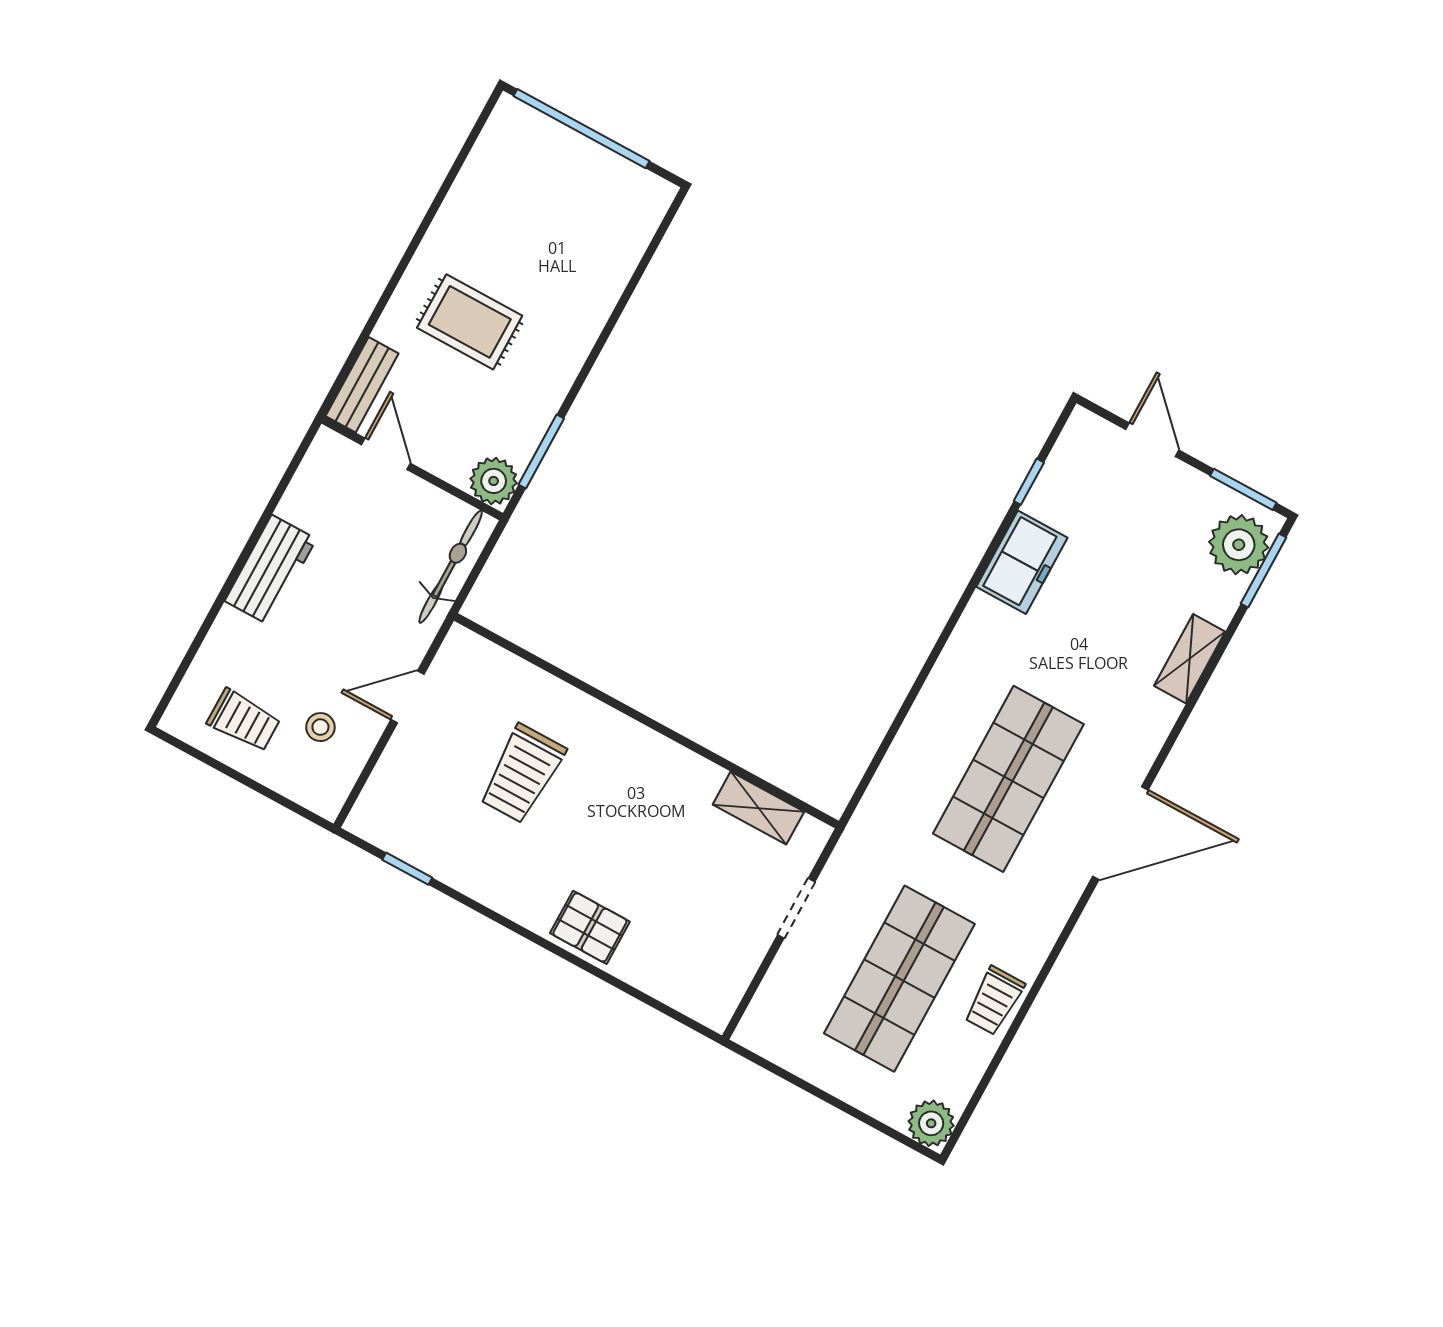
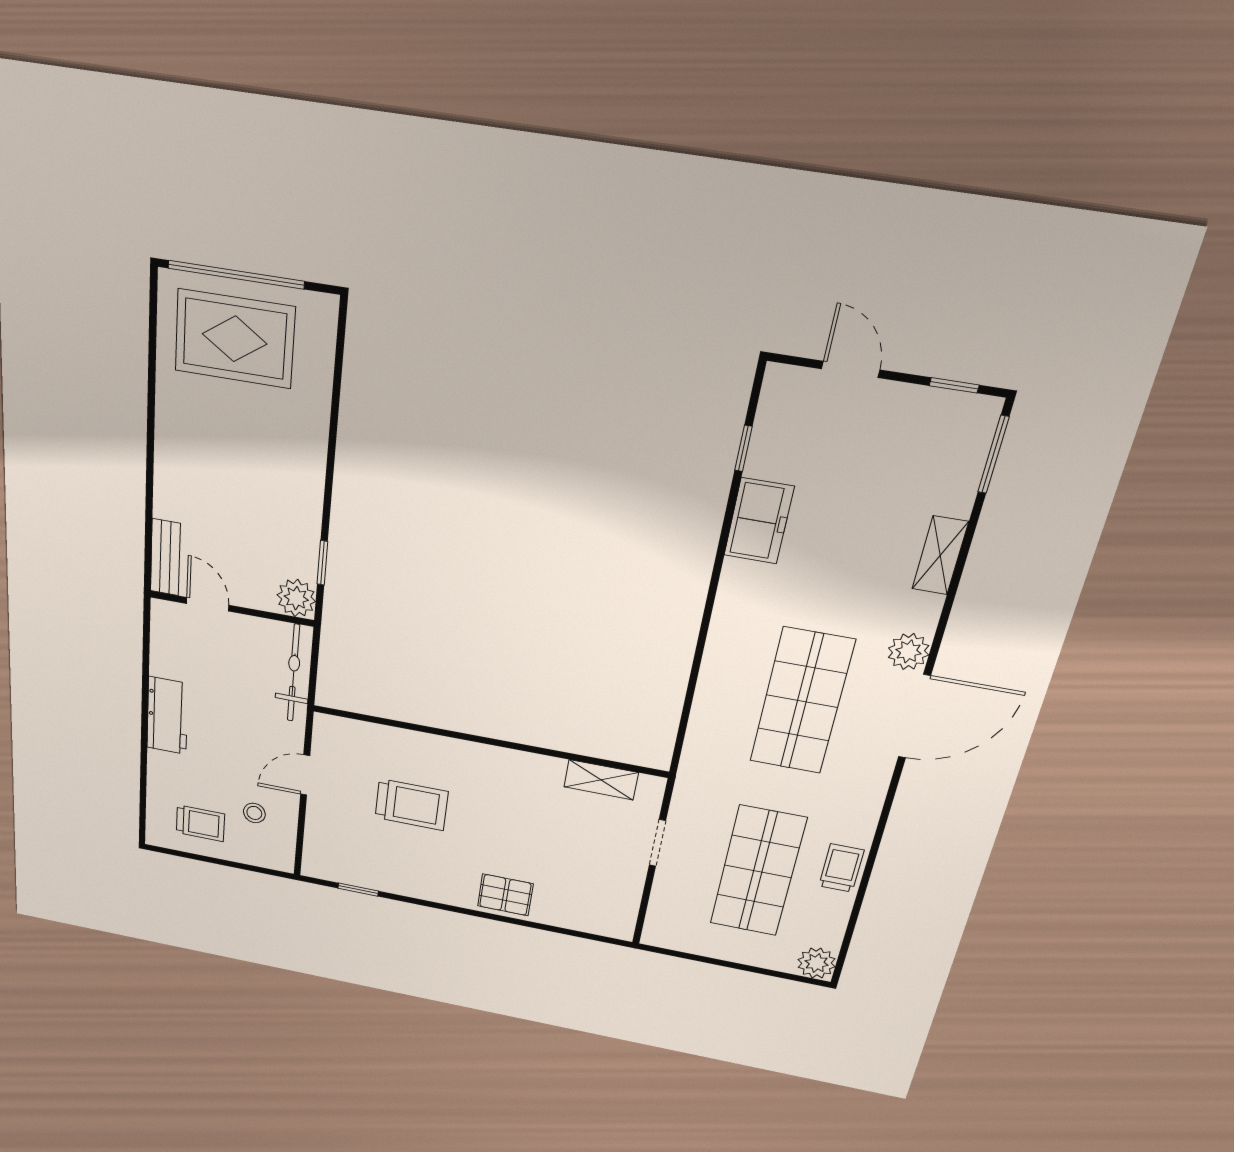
rug: (470, 322) -> (235, 339), moved, width x1.36, depth x1.43
window: (541, 452) -> (322, 563), width x0.67
window: (1243, 489) -> (954, 385), width x0.67
plant: (1239, 545) -> (909, 652), moved, width x0.73, depth x0.73
trolley: (522, 774) -> (411, 805), turned -90
trolley: (994, 1001) -> (841, 868), turned 180

